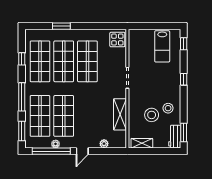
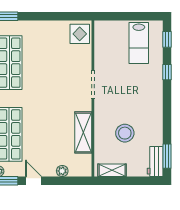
shop shelf: (87, 61) -> (40, 63), removed
window: (184, 79) -> (167, 72), moved
stool: (168, 108) -> (146, 124), removed
door: (82, 151) -> (34, 181), swing flipped

